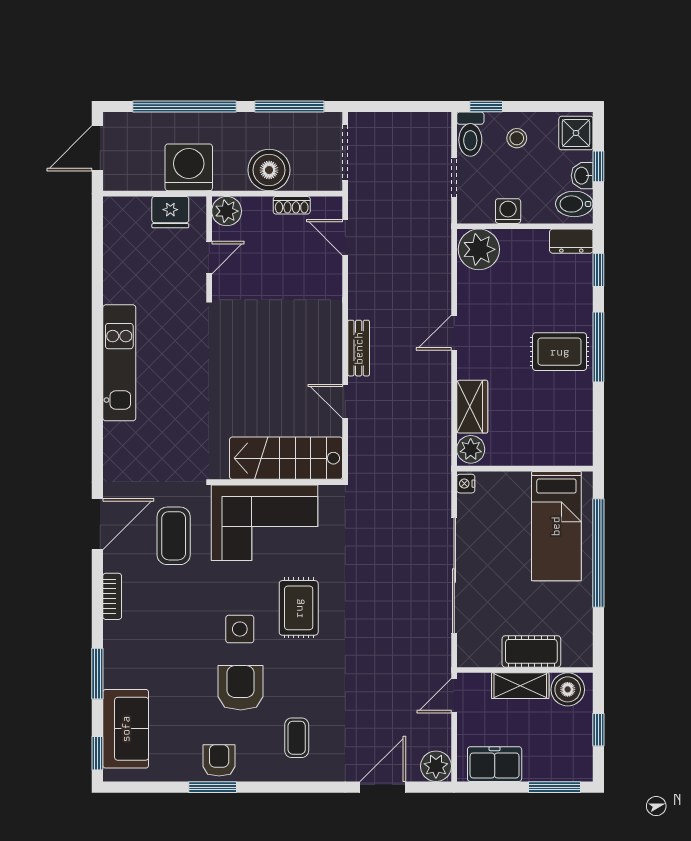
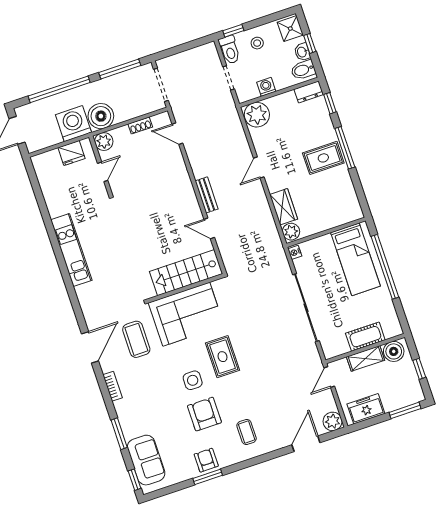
boiler: (269, 170) -> (101, 116), moved

